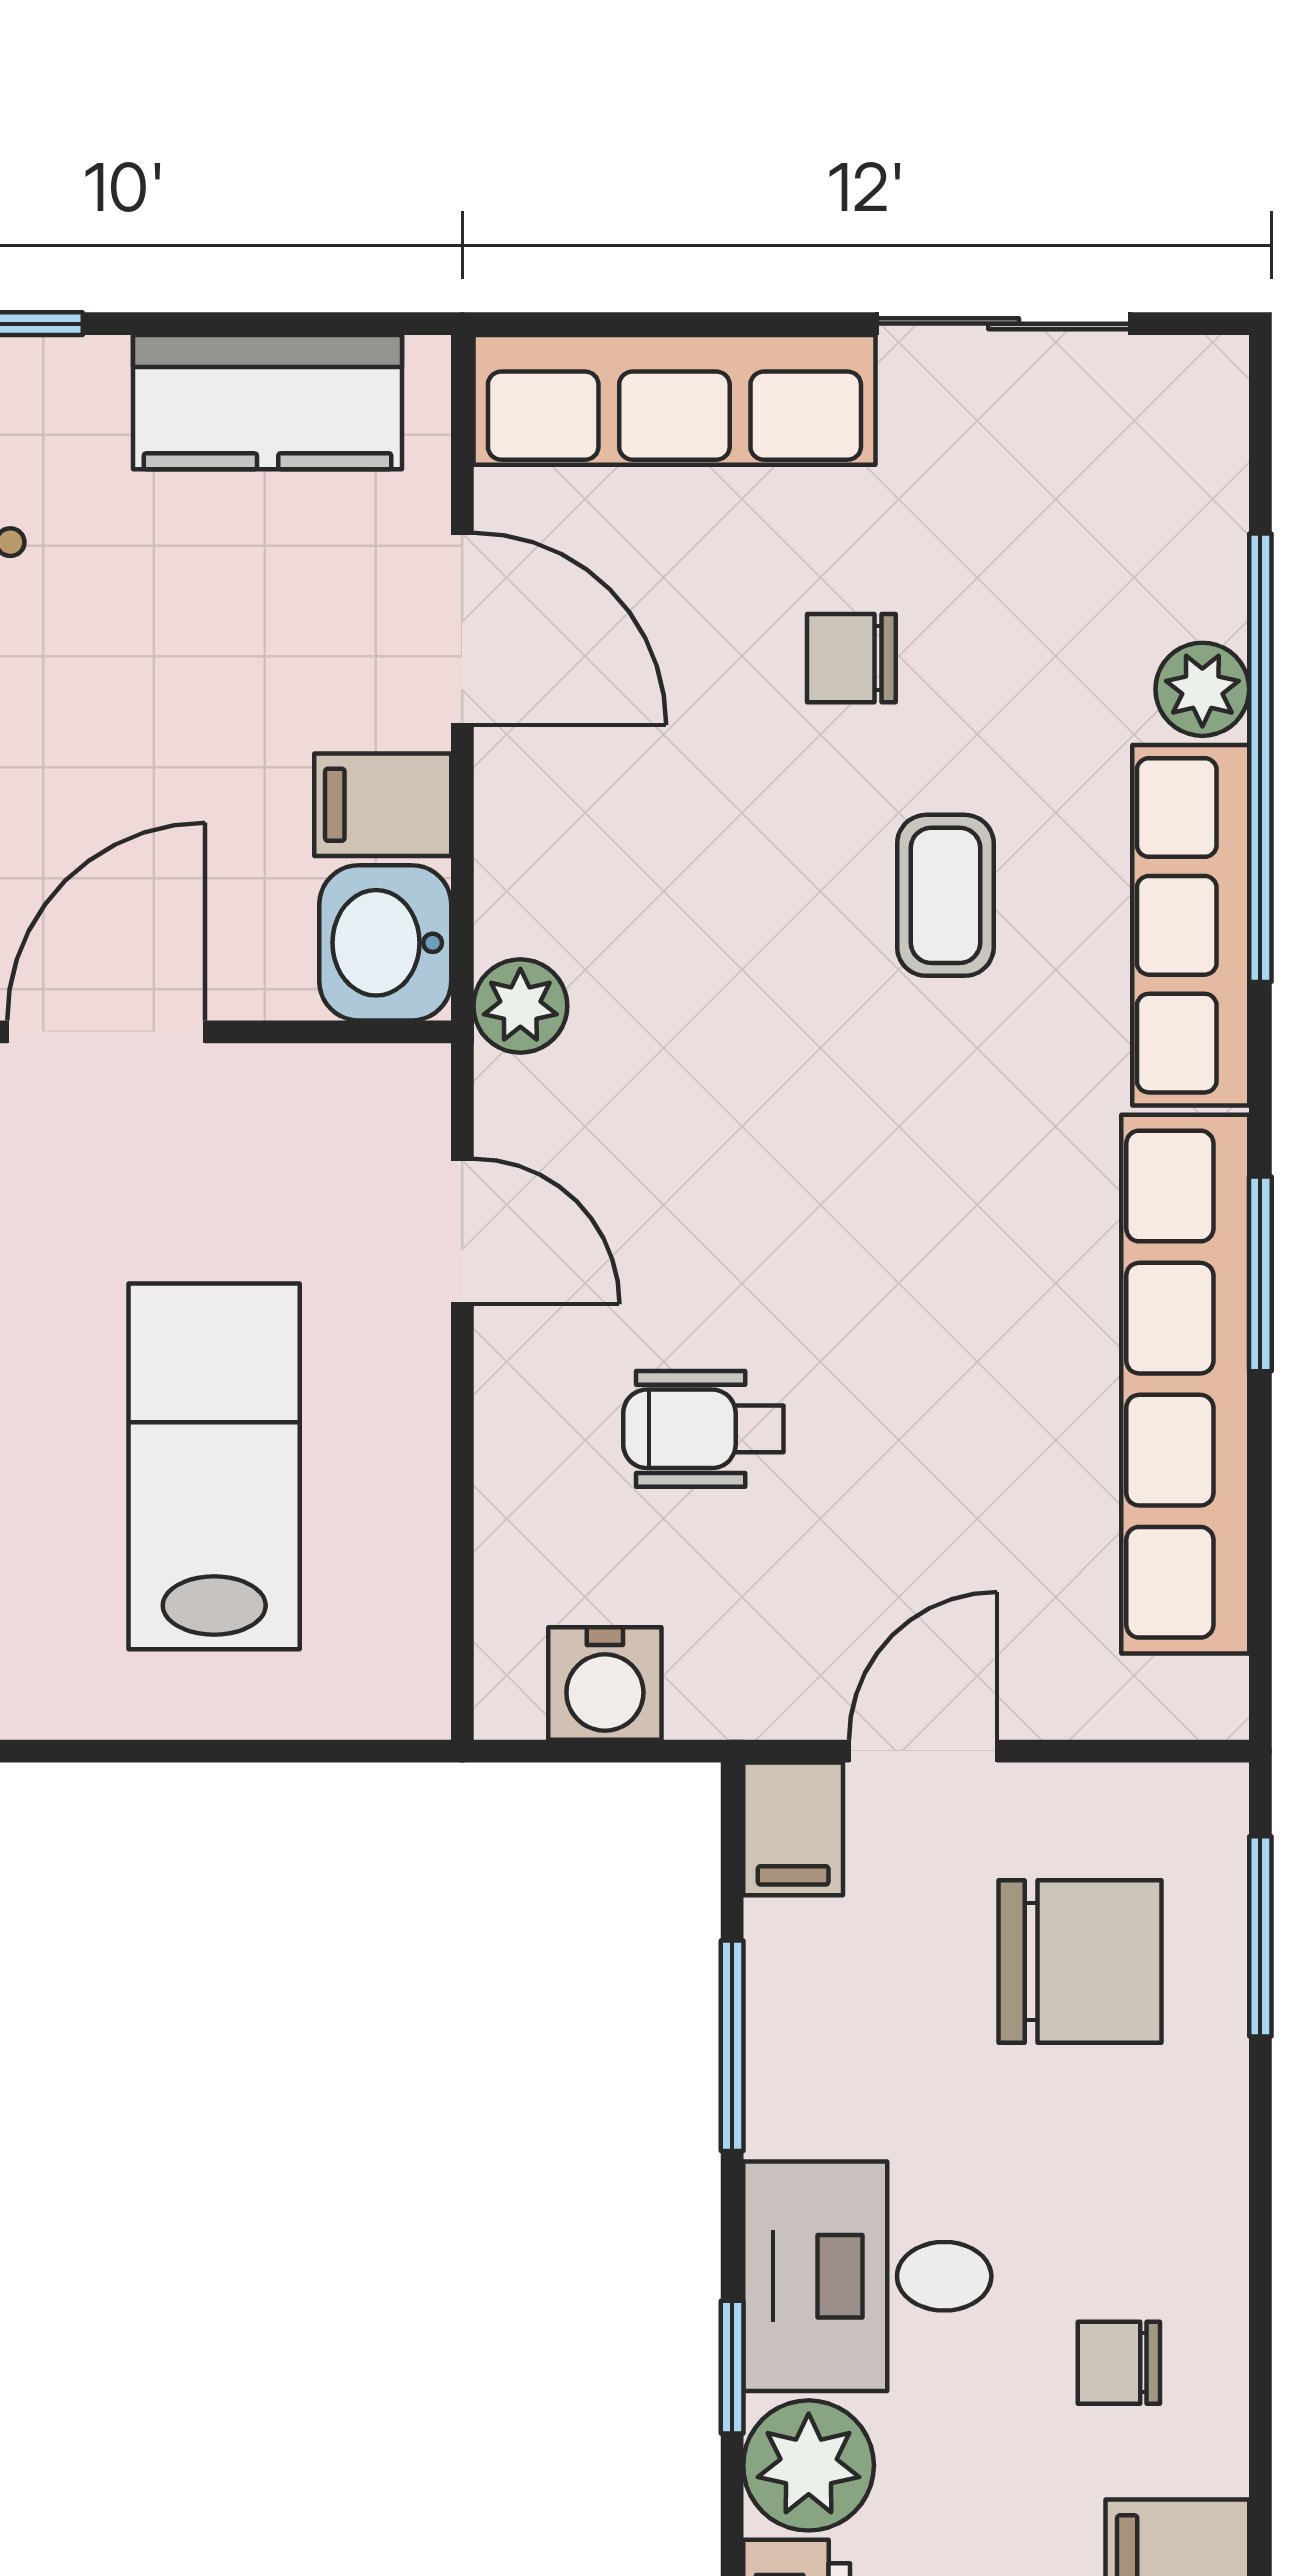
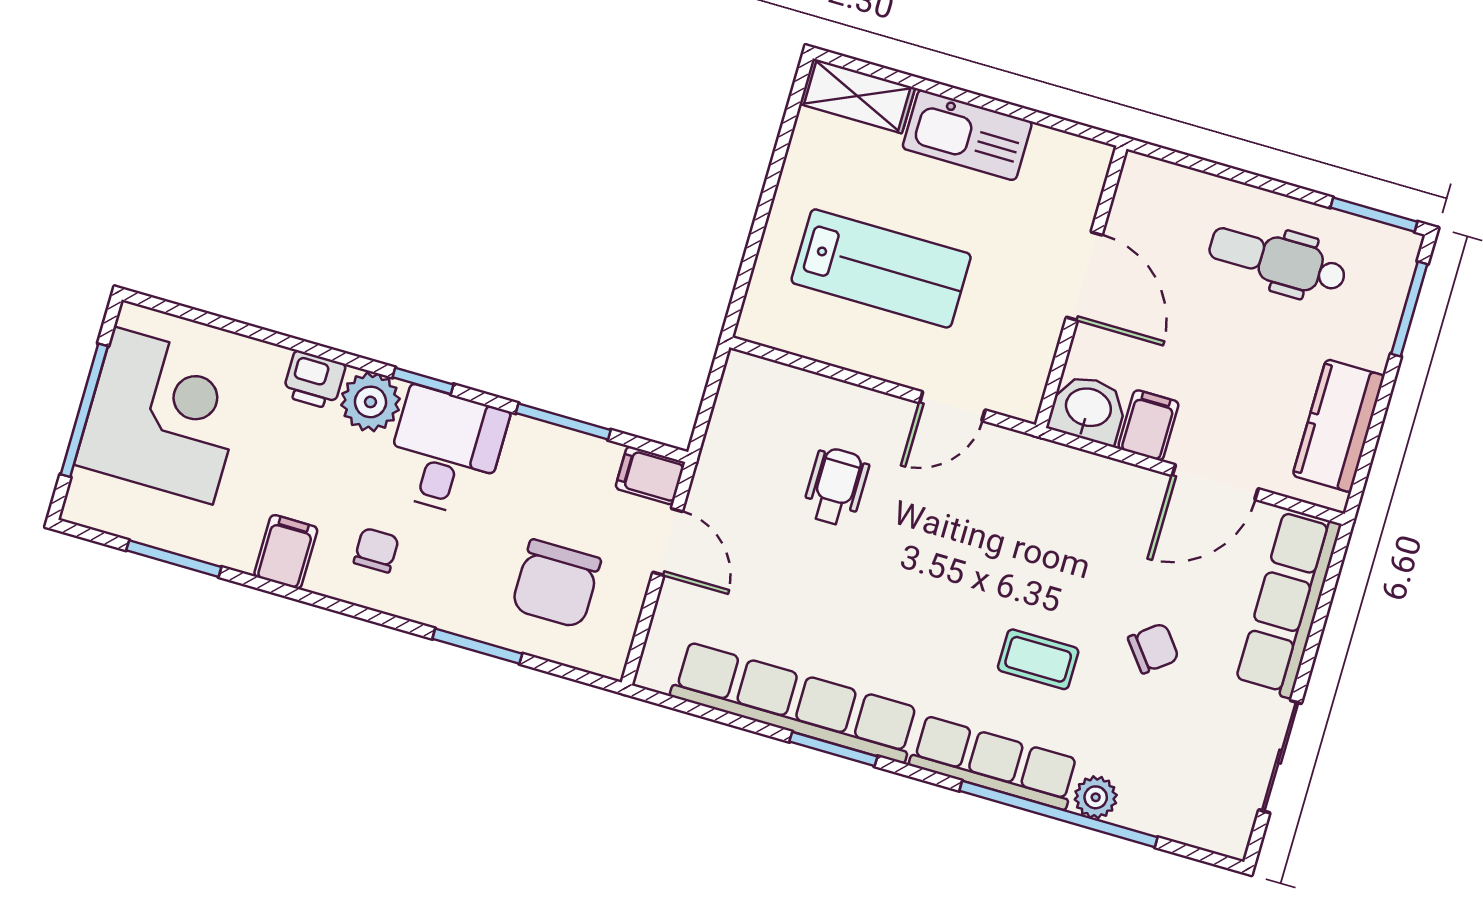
chair: (851, 658) -> (1153, 648), turned 52
plant: (520, 1006) -> (1043, 460), removed
water cooler: (605, 1683) -> (737, 412), removed
window: (1260, 1936) -> (477, 646), moved

